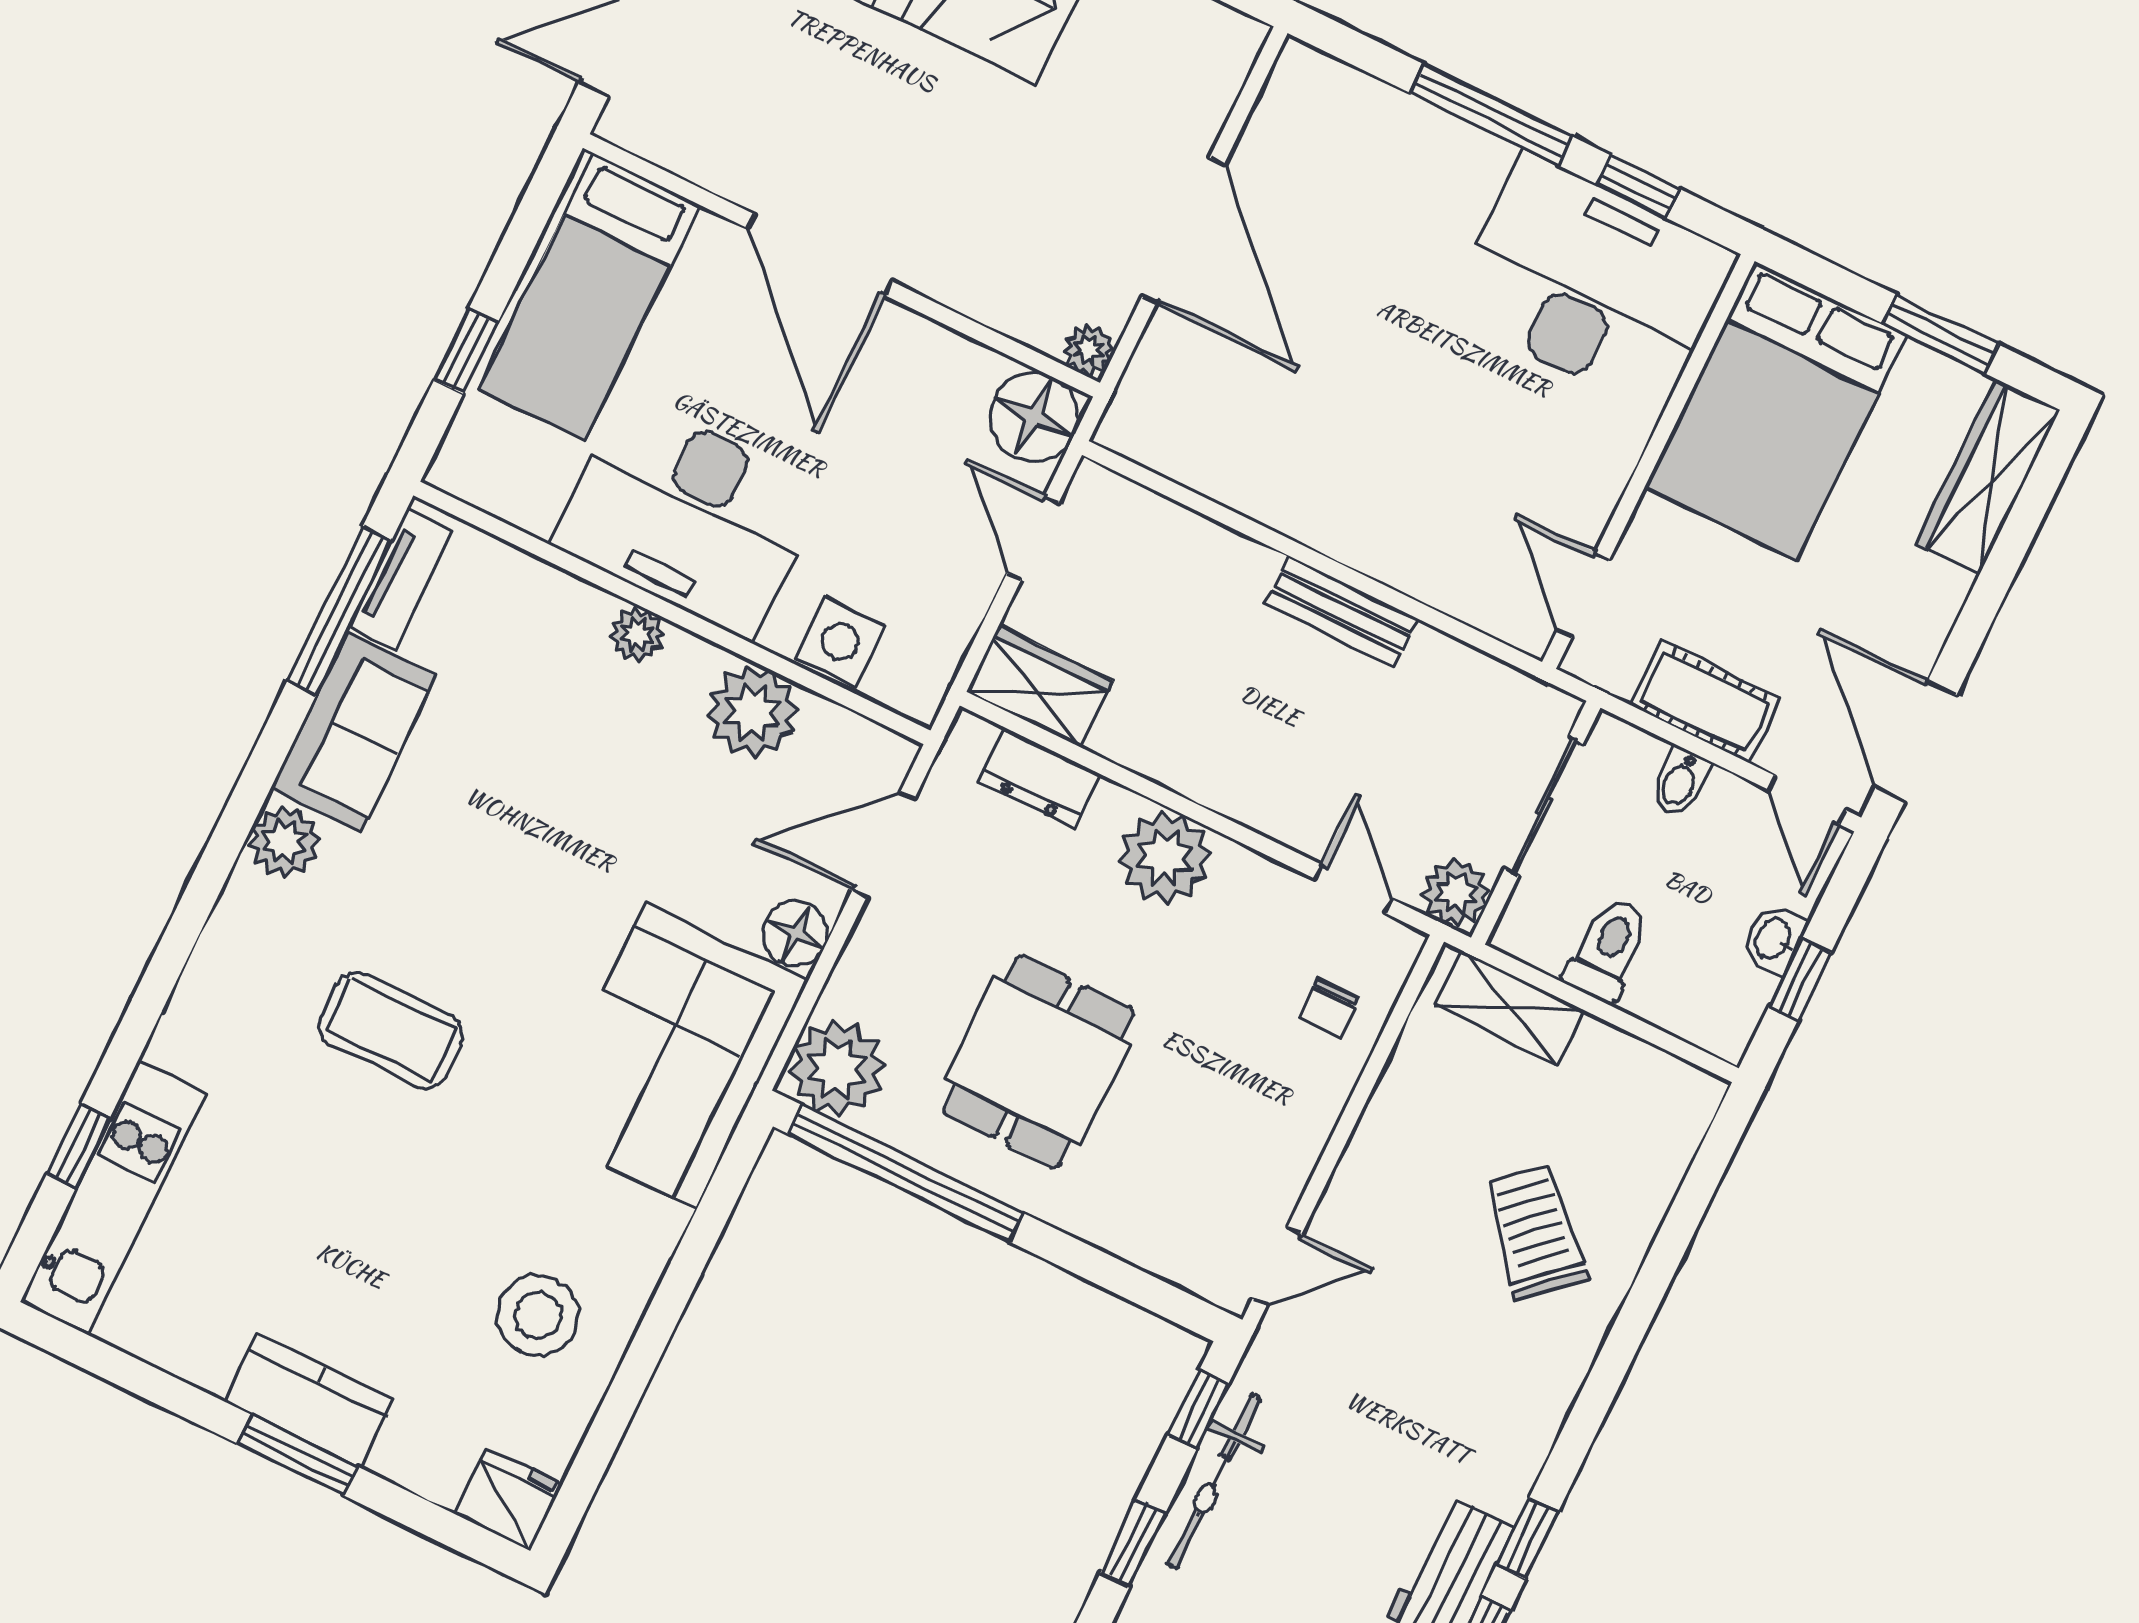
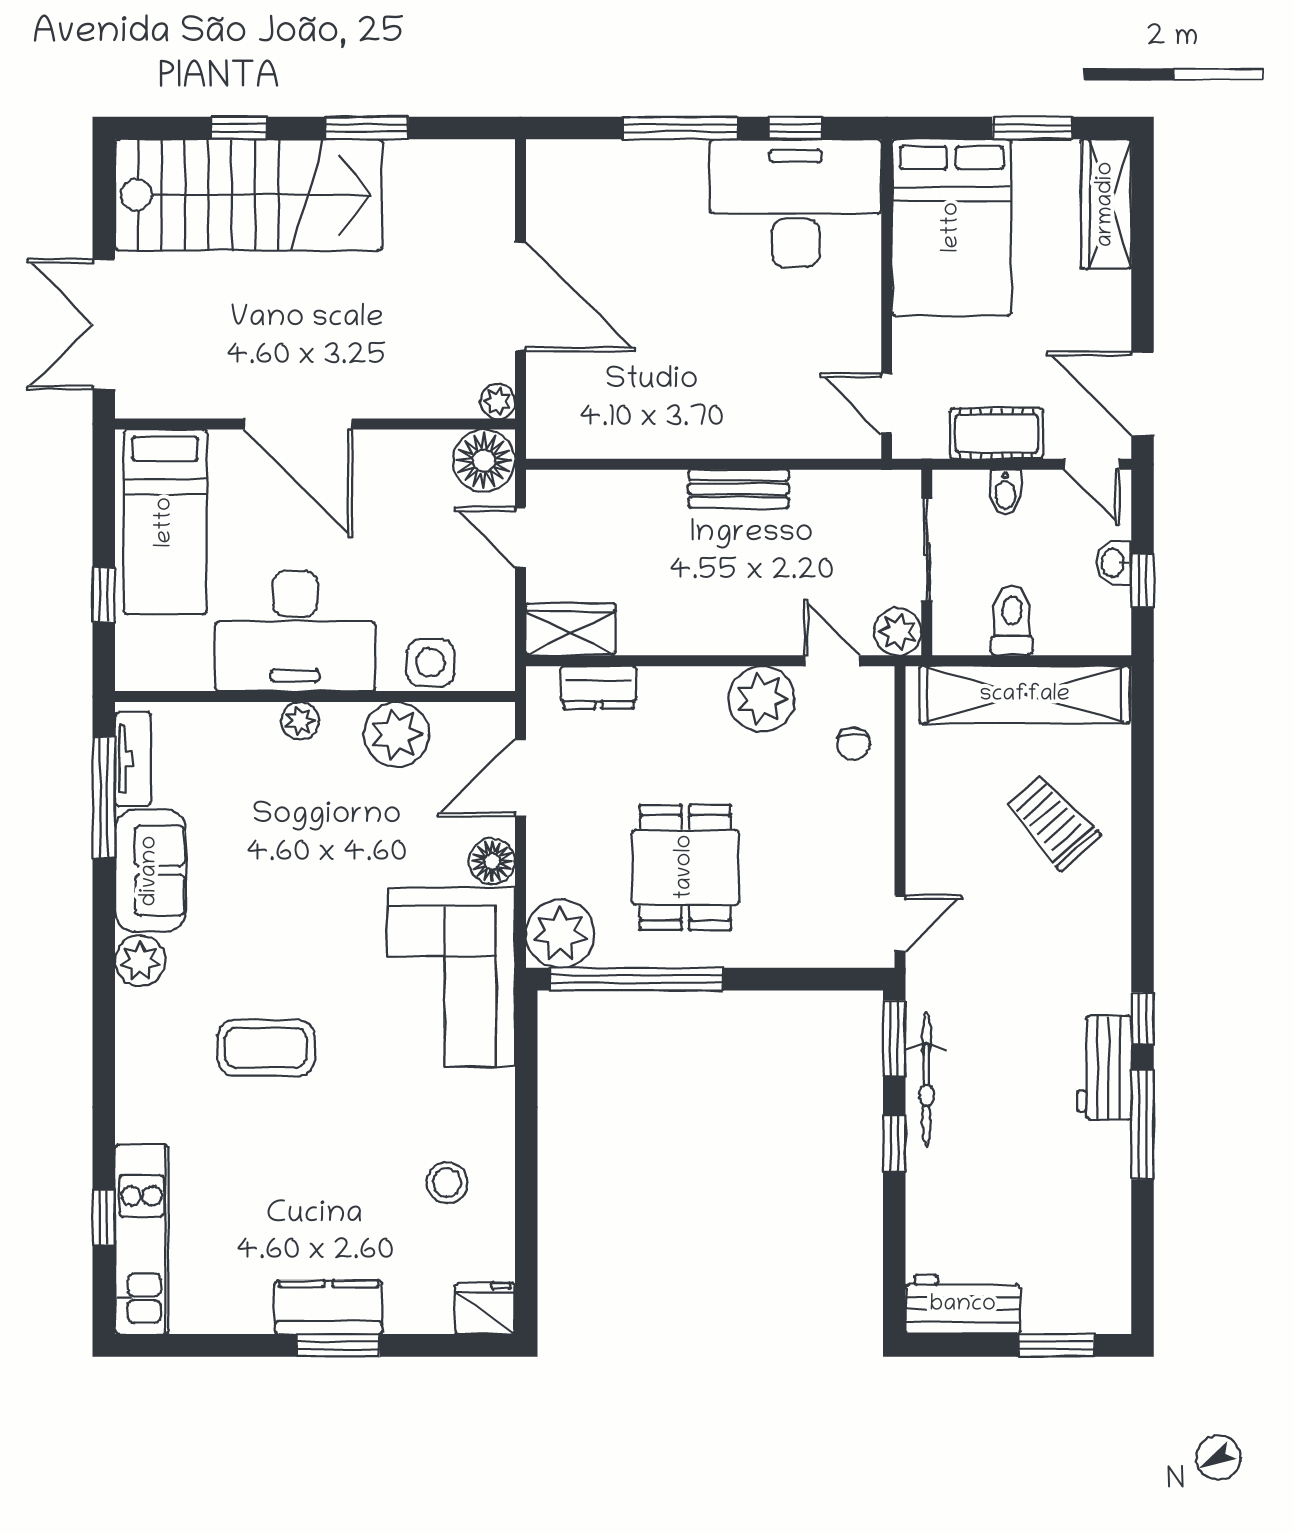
plant: (1165, 857) -> (762, 699), moved
shelving: (1509, 1007) -> (1025, 695), width x2.20, depth x1.33
stool: (538, 1315) -> (447, 1183), width x0.73, depth x0.73
window: (1198, 1409) -> (894, 1038), width x1.50

